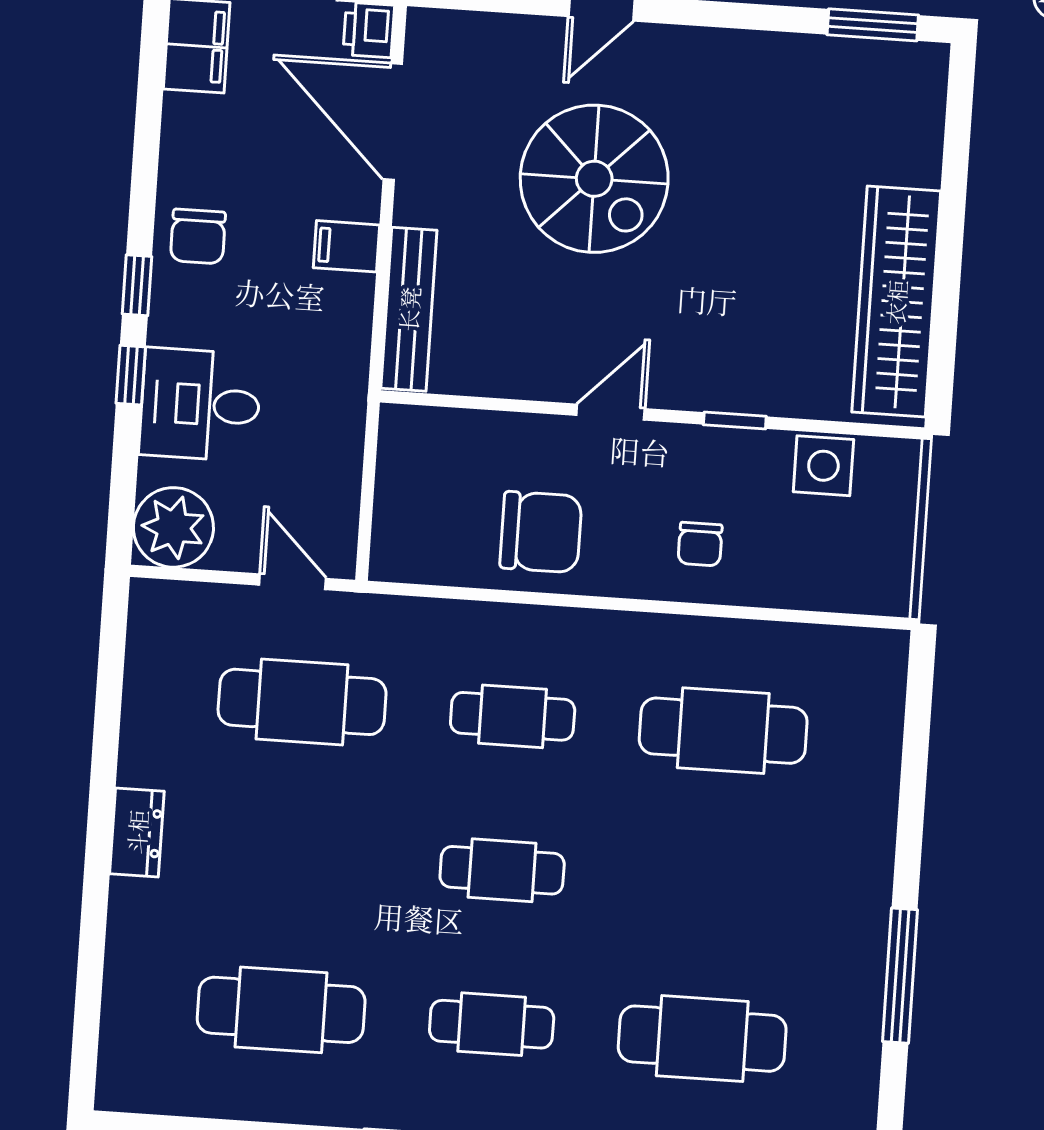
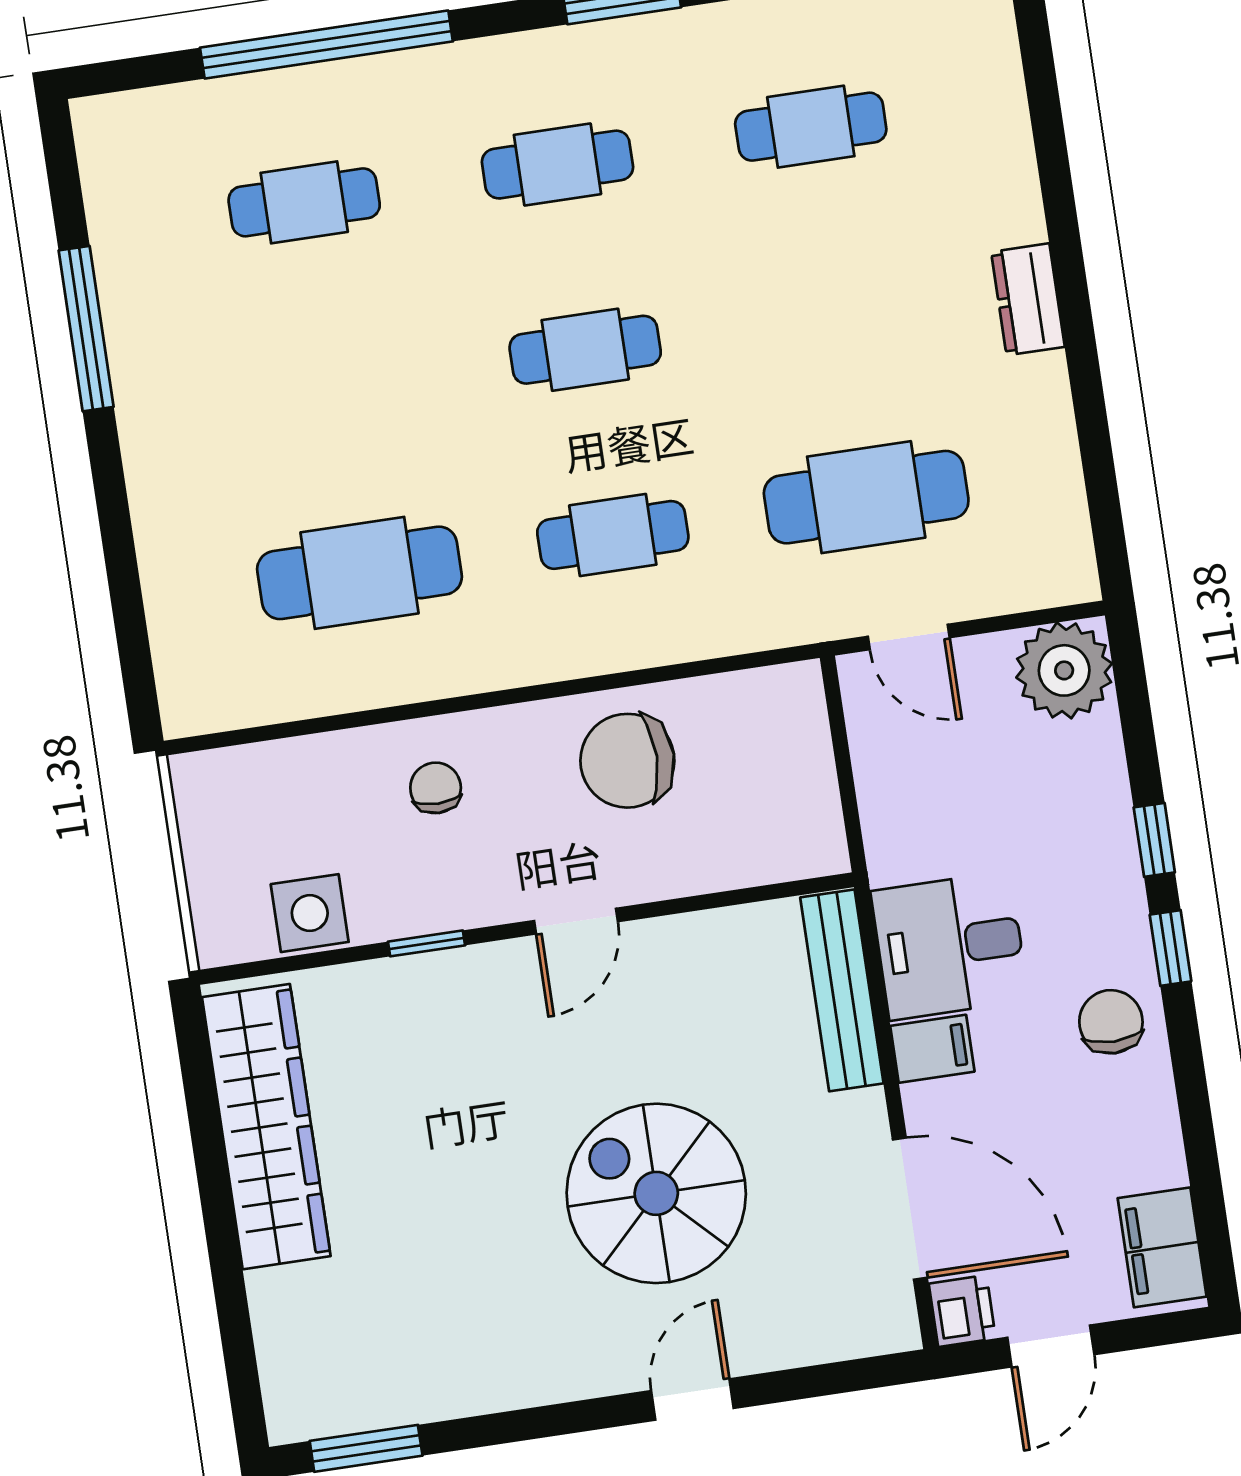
desk: (200, 405) -> (950, 946), moved, turned 180
cafe table: (281, 1010) -> (811, 127), width x0.73, depth x0.74
cafe table: (702, 1039) -> (304, 202), width x0.73, depth x0.74

